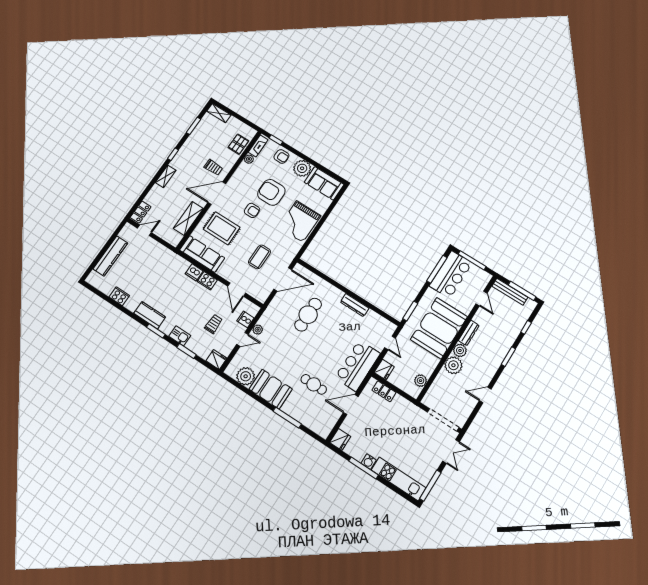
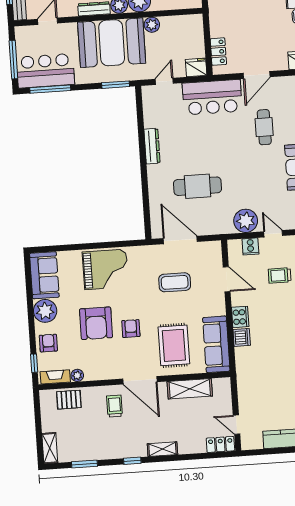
door: (237, 290) -> (227, 279), hinge flipped
plant: (258, 330) -> (246, 221), width x1.87, depth x1.87
plant: (421, 381) -> (152, 25), moved
door: (351, 405) -> (257, 75), hinge flipped

